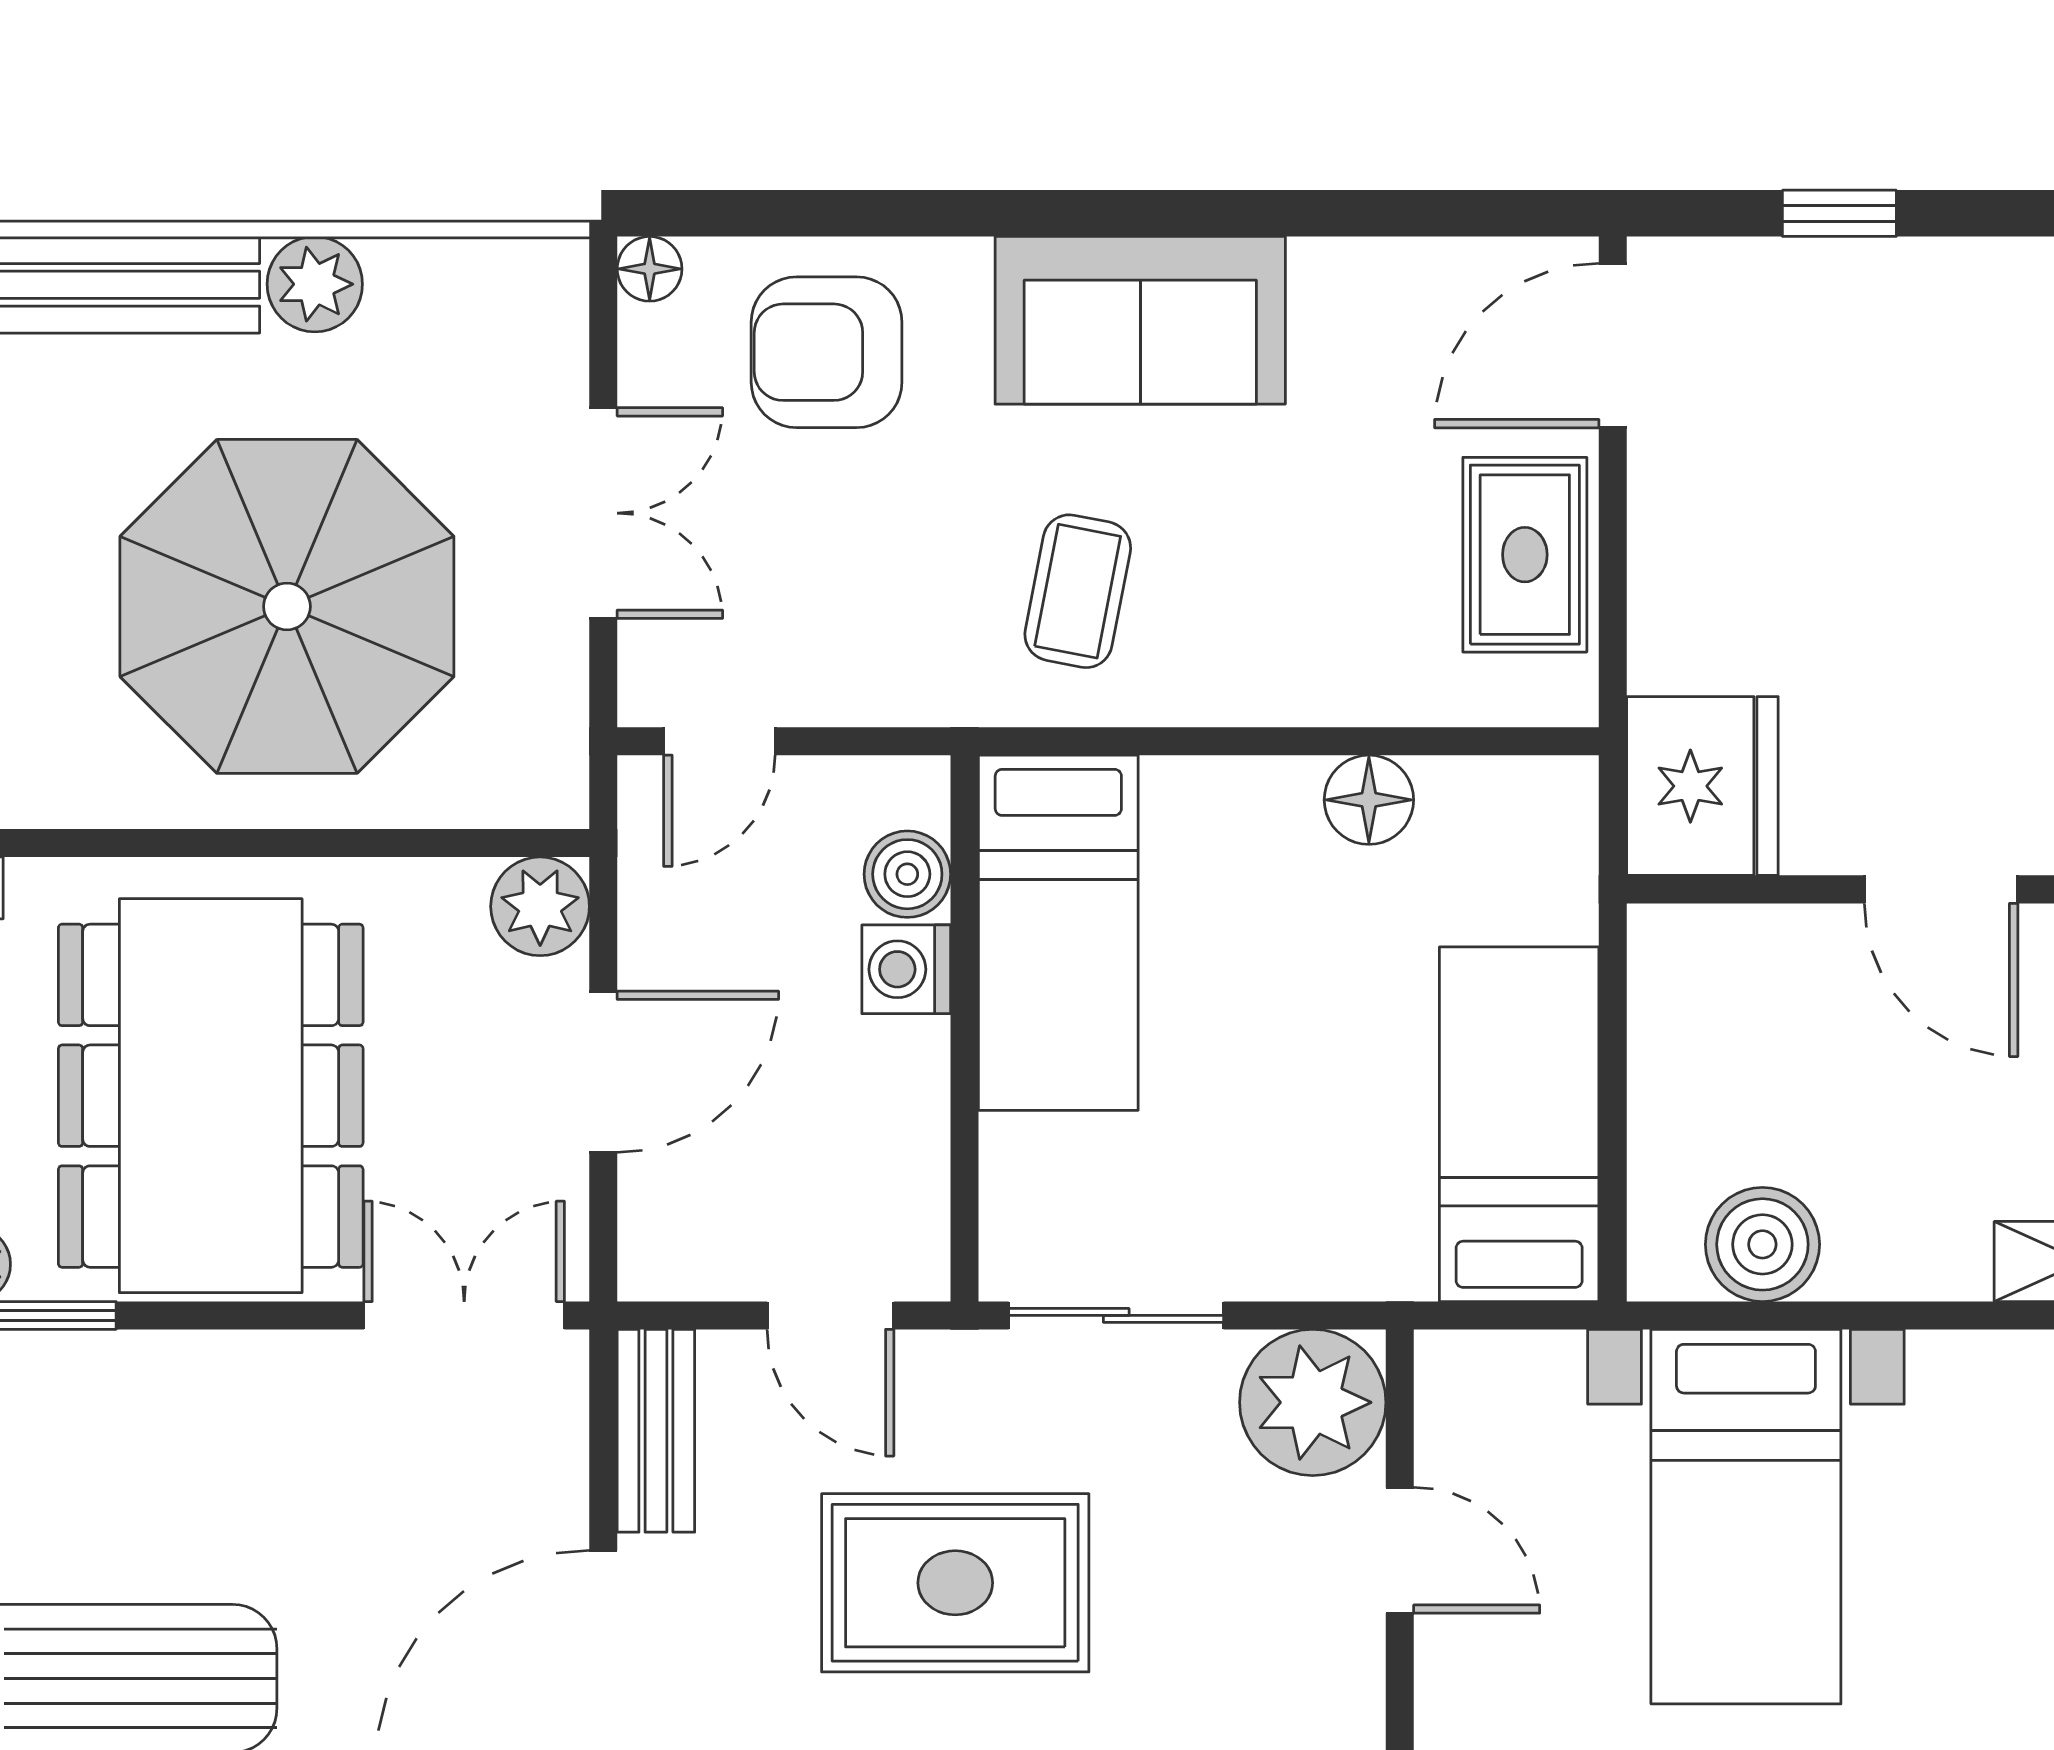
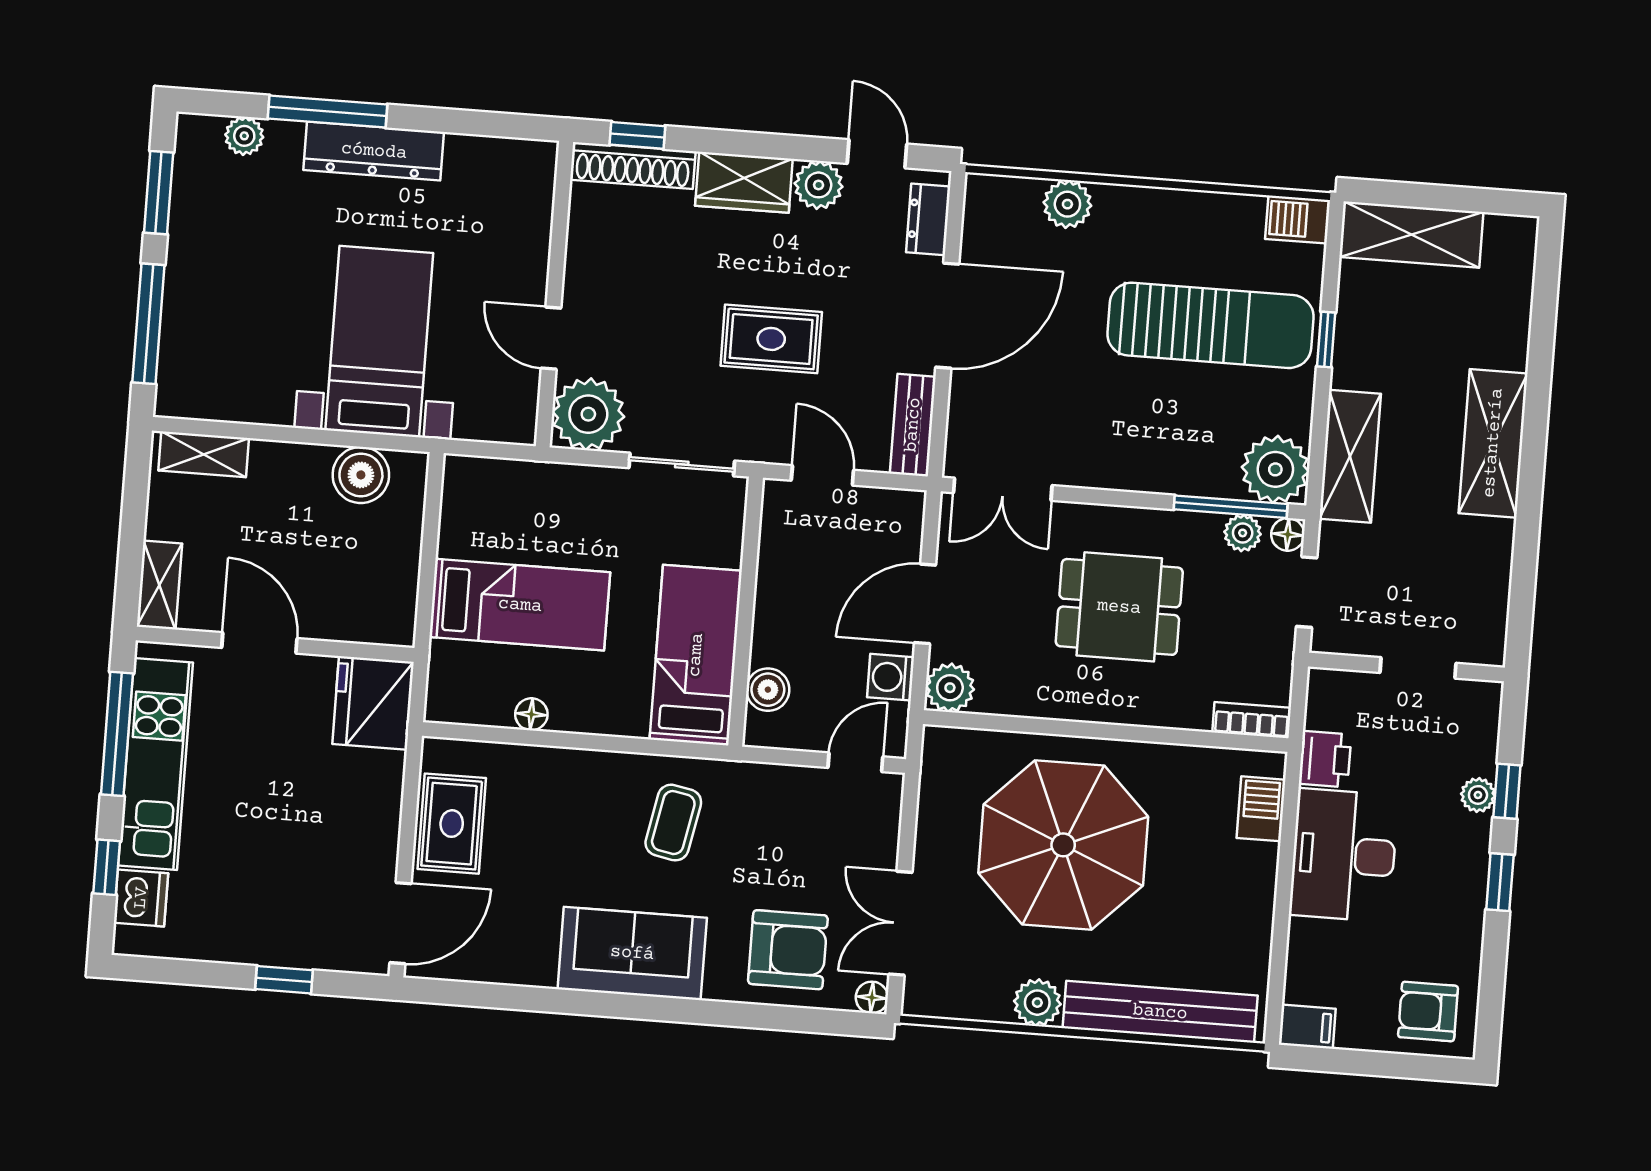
double door: (603, 513) -> (900, 923), moved
floor lamp: (1369, 800) -> (531, 714), width x0.73, depth x0.73
washing machine: (906, 969) -> (891, 677), moved, turned 180
dining table: (211, 1096) -> (1119, 607), width x0.53, depth x0.80
bed: (1519, 1124) -> (520, 605), moved, turned -90
rug: (955, 1583) -> (771, 339), width x0.73, depth x0.70

